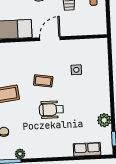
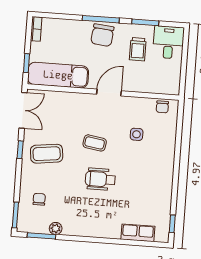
chair: (94, 45) -> (162, 107), added
plant: (104, 120) -> (163, 200), removed

